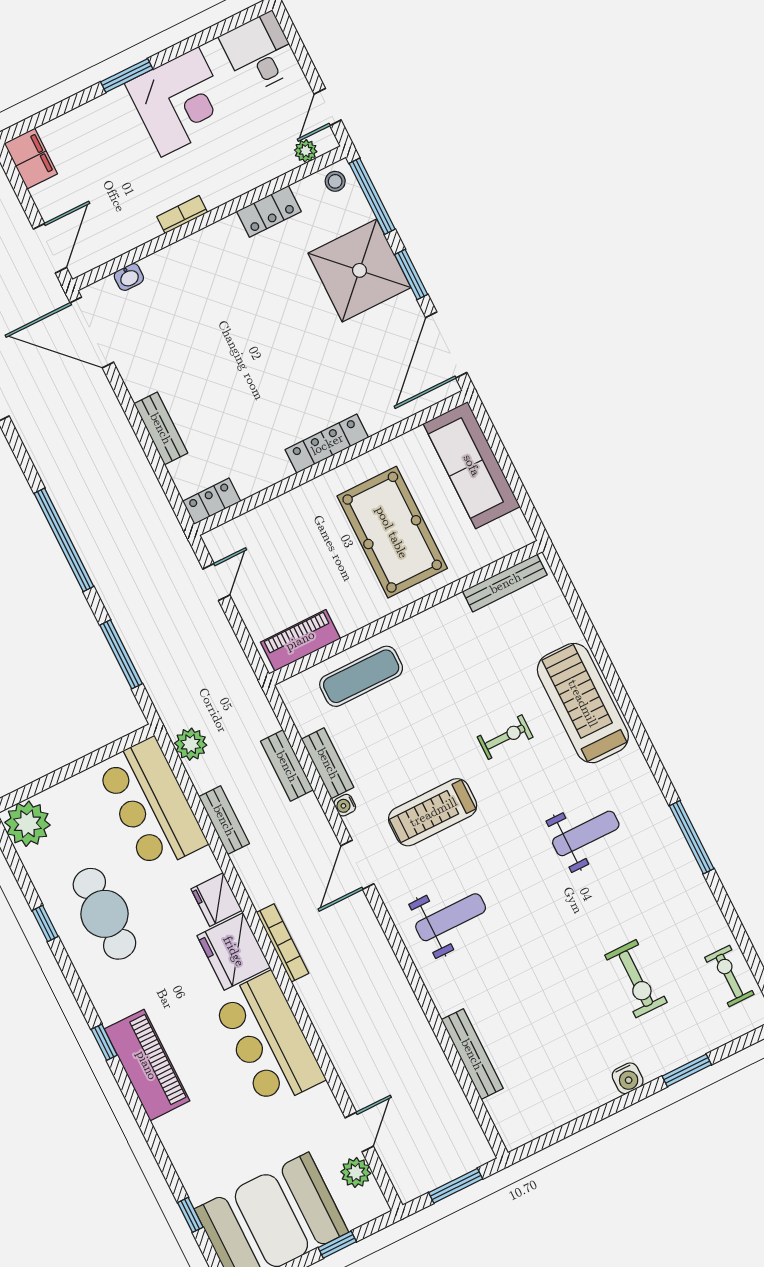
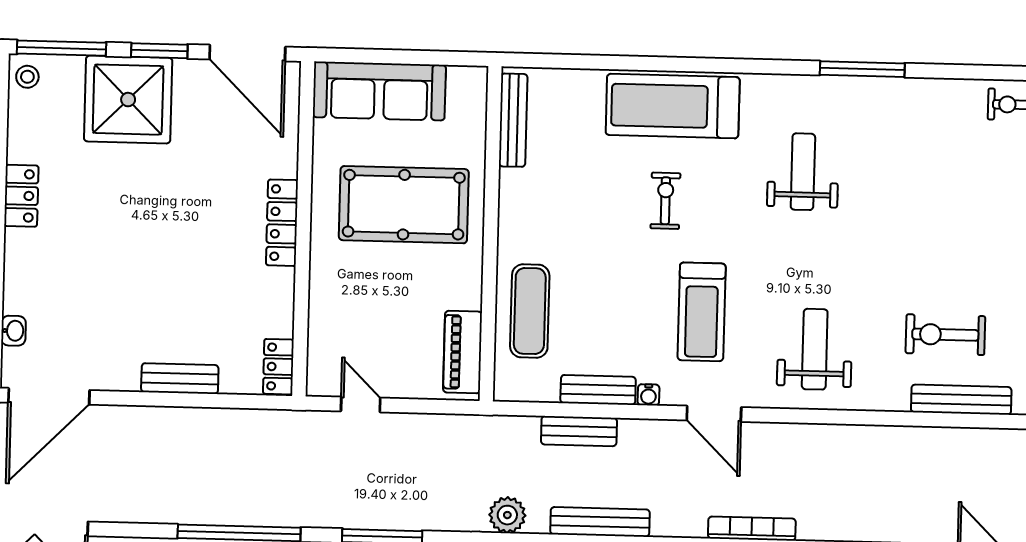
locker: (269, 211) -> (21, 196), moved
bench: (224, 820) -> (600, 522), width x1.36
exercise bike: (636, 979) -> (945, 335), moved, turned 180

